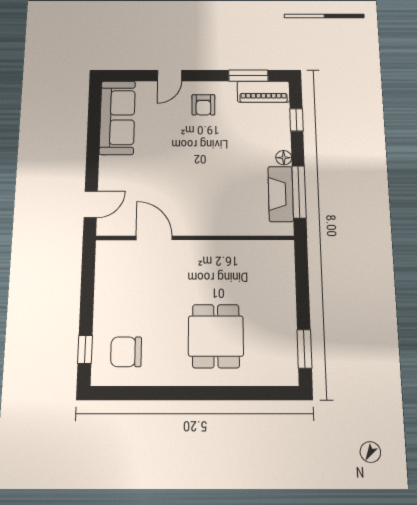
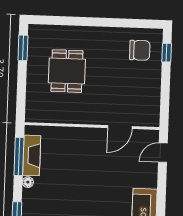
door: (154, 238) -> (120, 127), hinge flipped
dining table: (216, 336) -> (67, 71), moved

